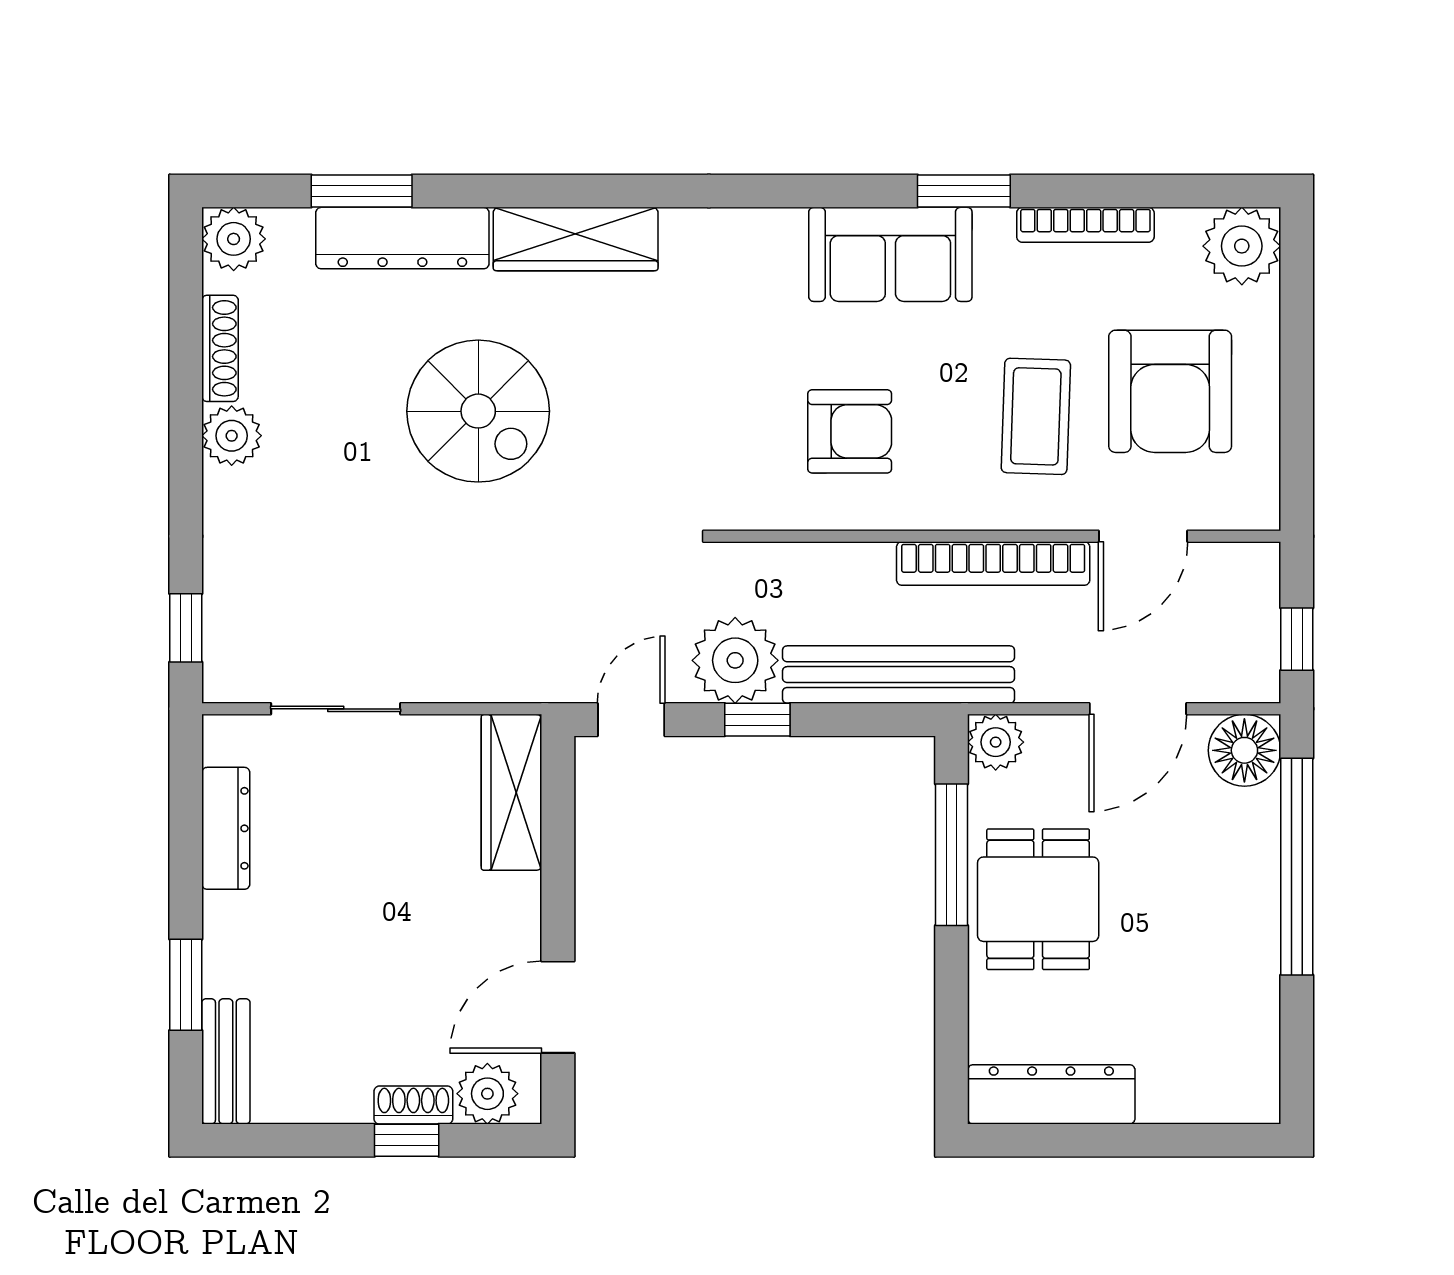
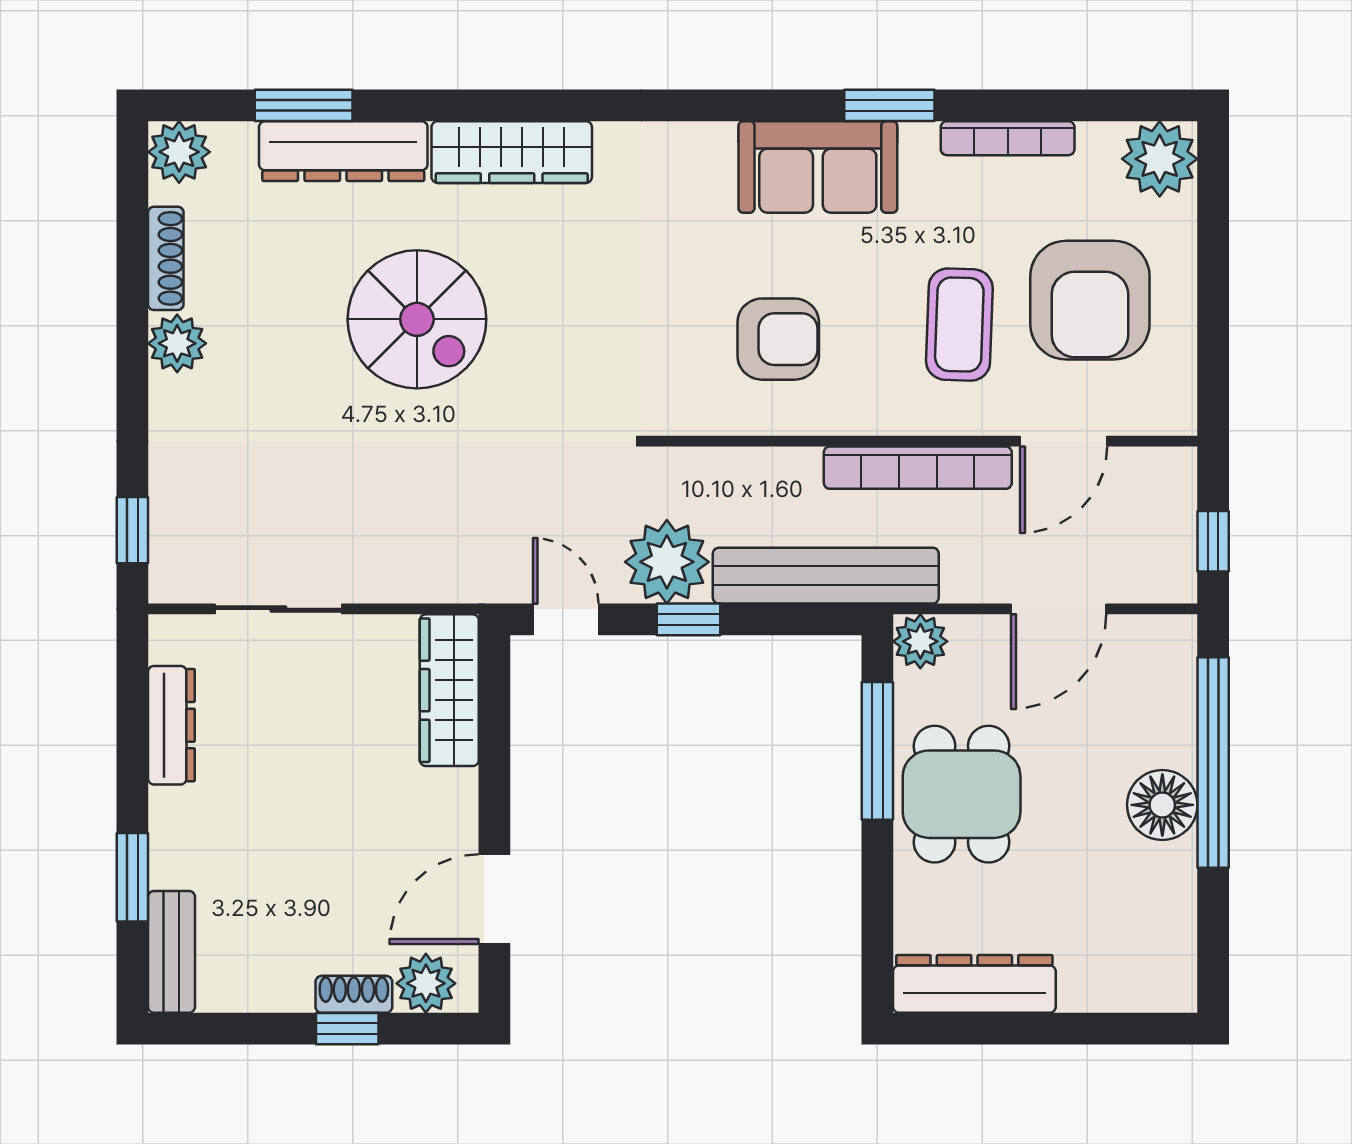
door: (631, 720) -> (566, 619), hinge flipped
floor lamp: (1244, 750) -> (1162, 805), moved

